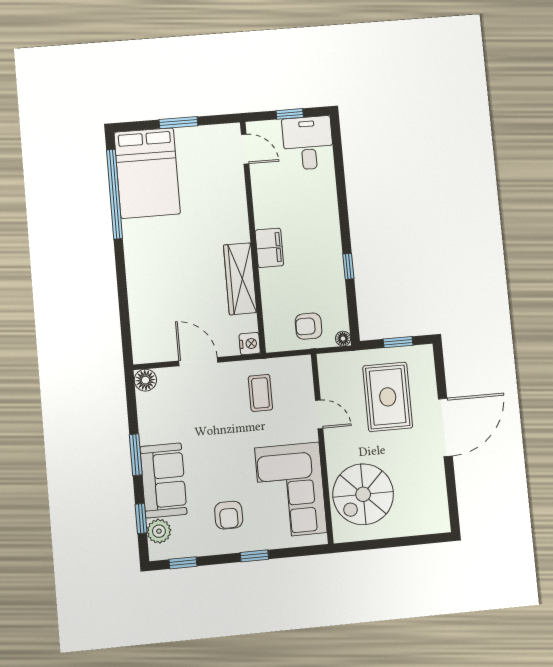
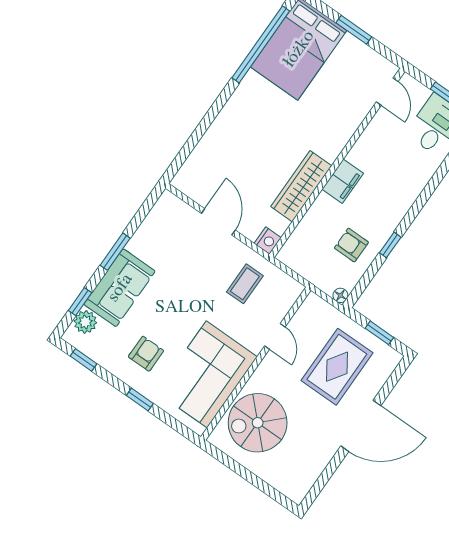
armchair: (309, 326) -> (351, 245), moved
floor lamp: (145, 380) -> (168, 203), removed
armchair: (229, 515) -> (146, 354), turned 180

